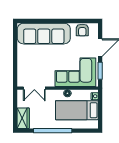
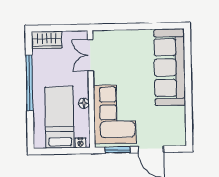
armchair: (82, 30) -> (176, 123), removed

